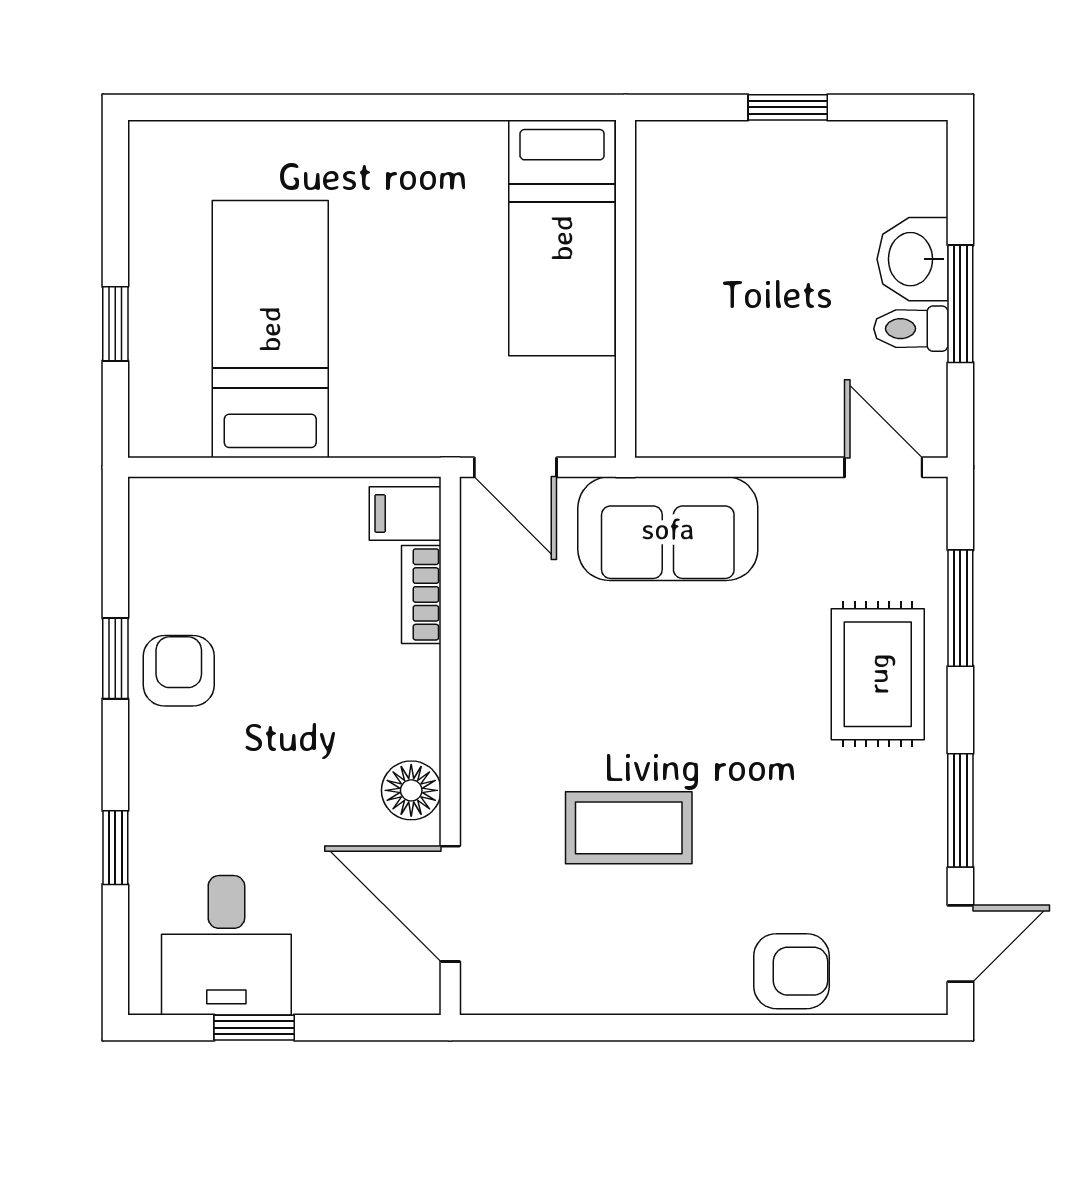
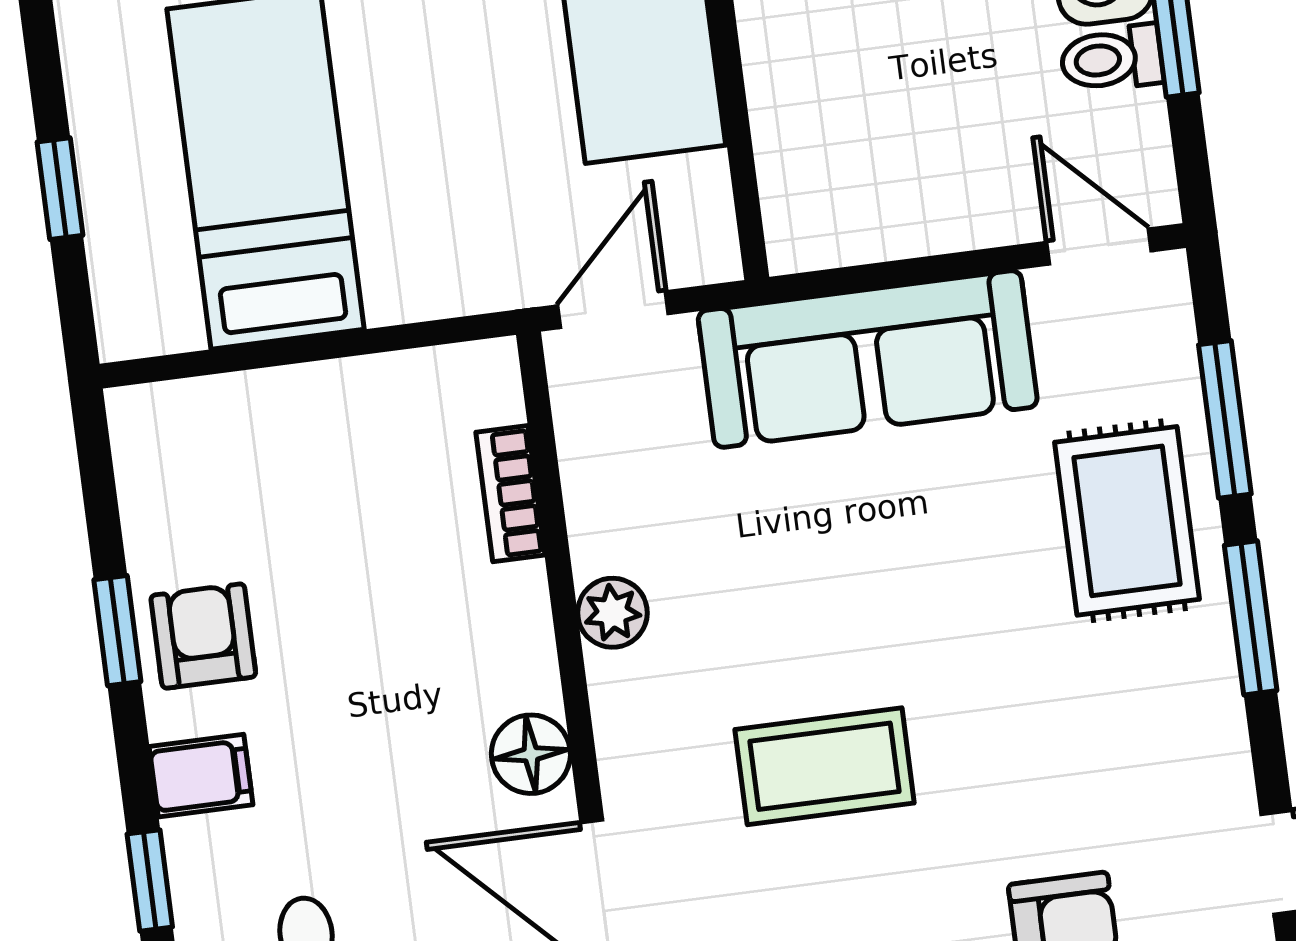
door: (515, 467) -> (613, 310), swing flipped
filing cabinet: (405, 513) -> (201, 776), moved, turned 180
sofa: (668, 529) -> (868, 359), width x1.36
plant: (486, 693) -> (612, 613), added
window: (960, 810) -> (1251, 618), moved

